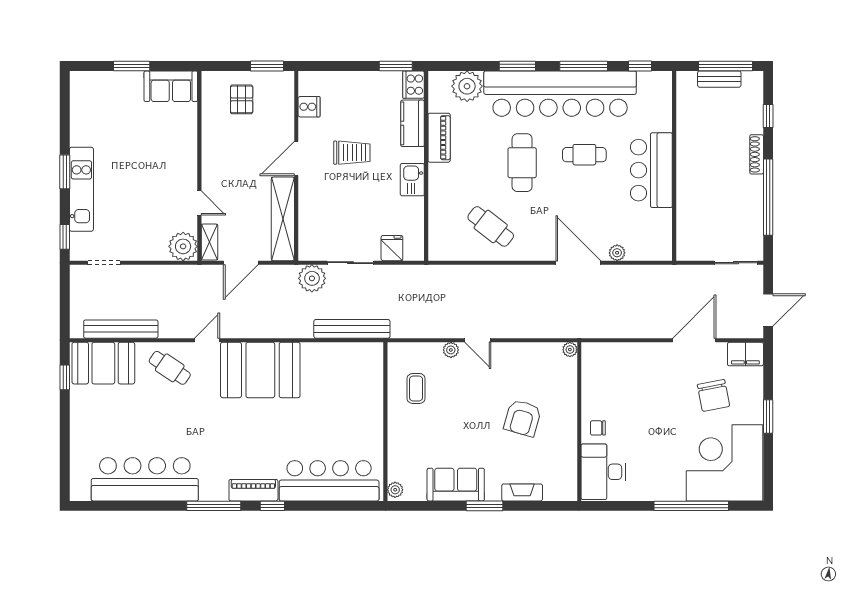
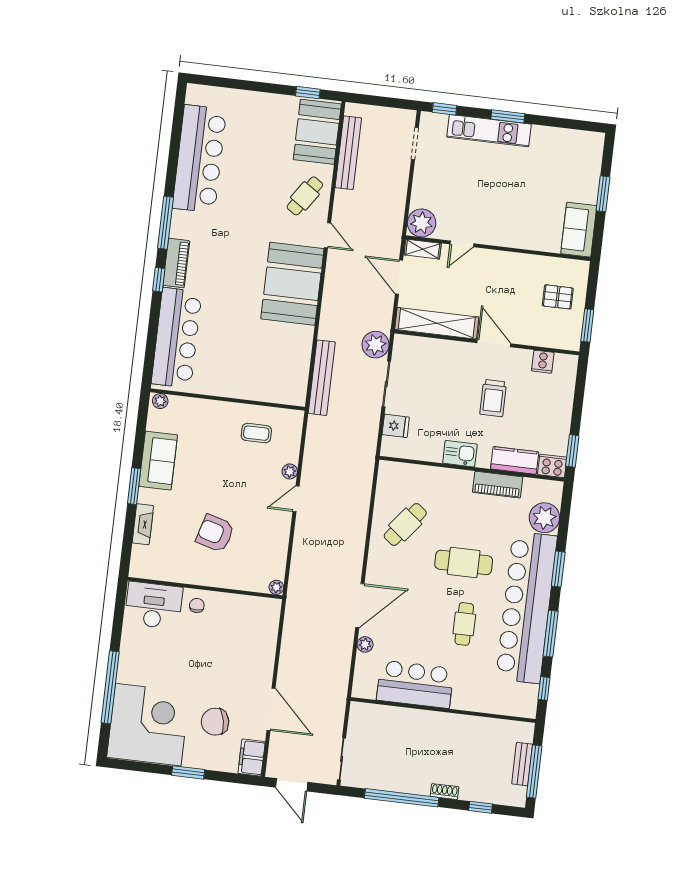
shoe rack: (757, 154) -> (445, 792), width x0.70
bar counter: (651, 170) -> (415, 684), moved

